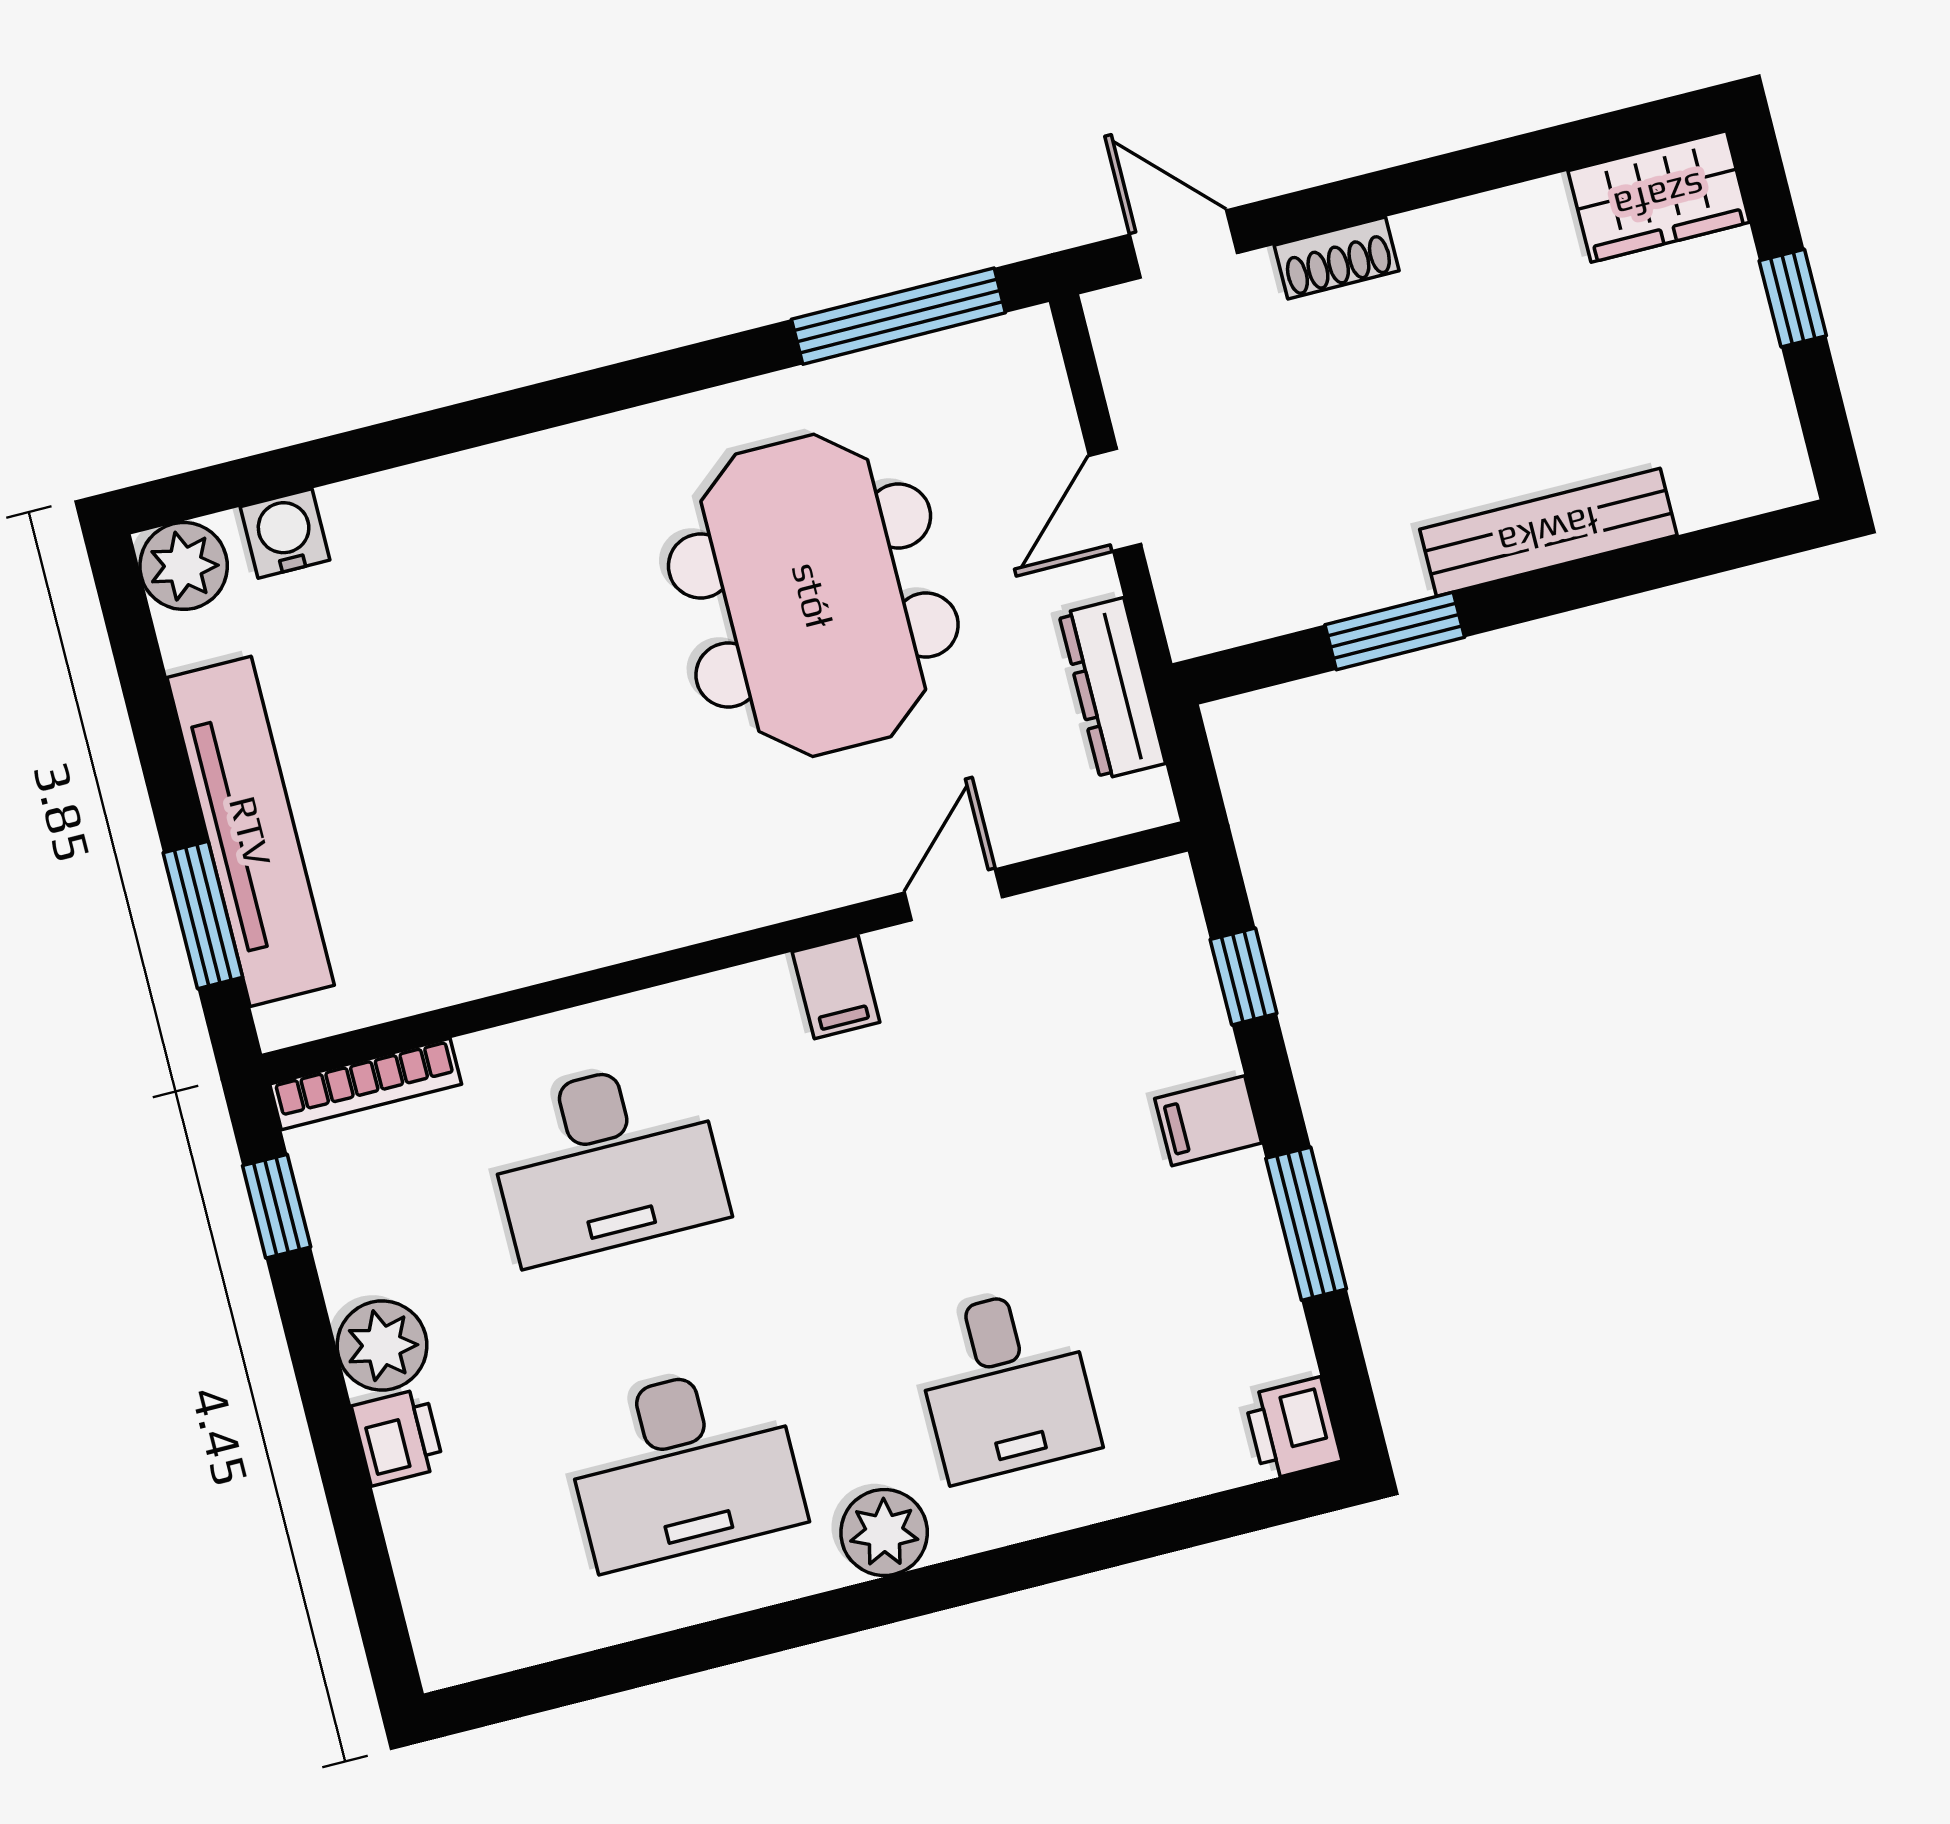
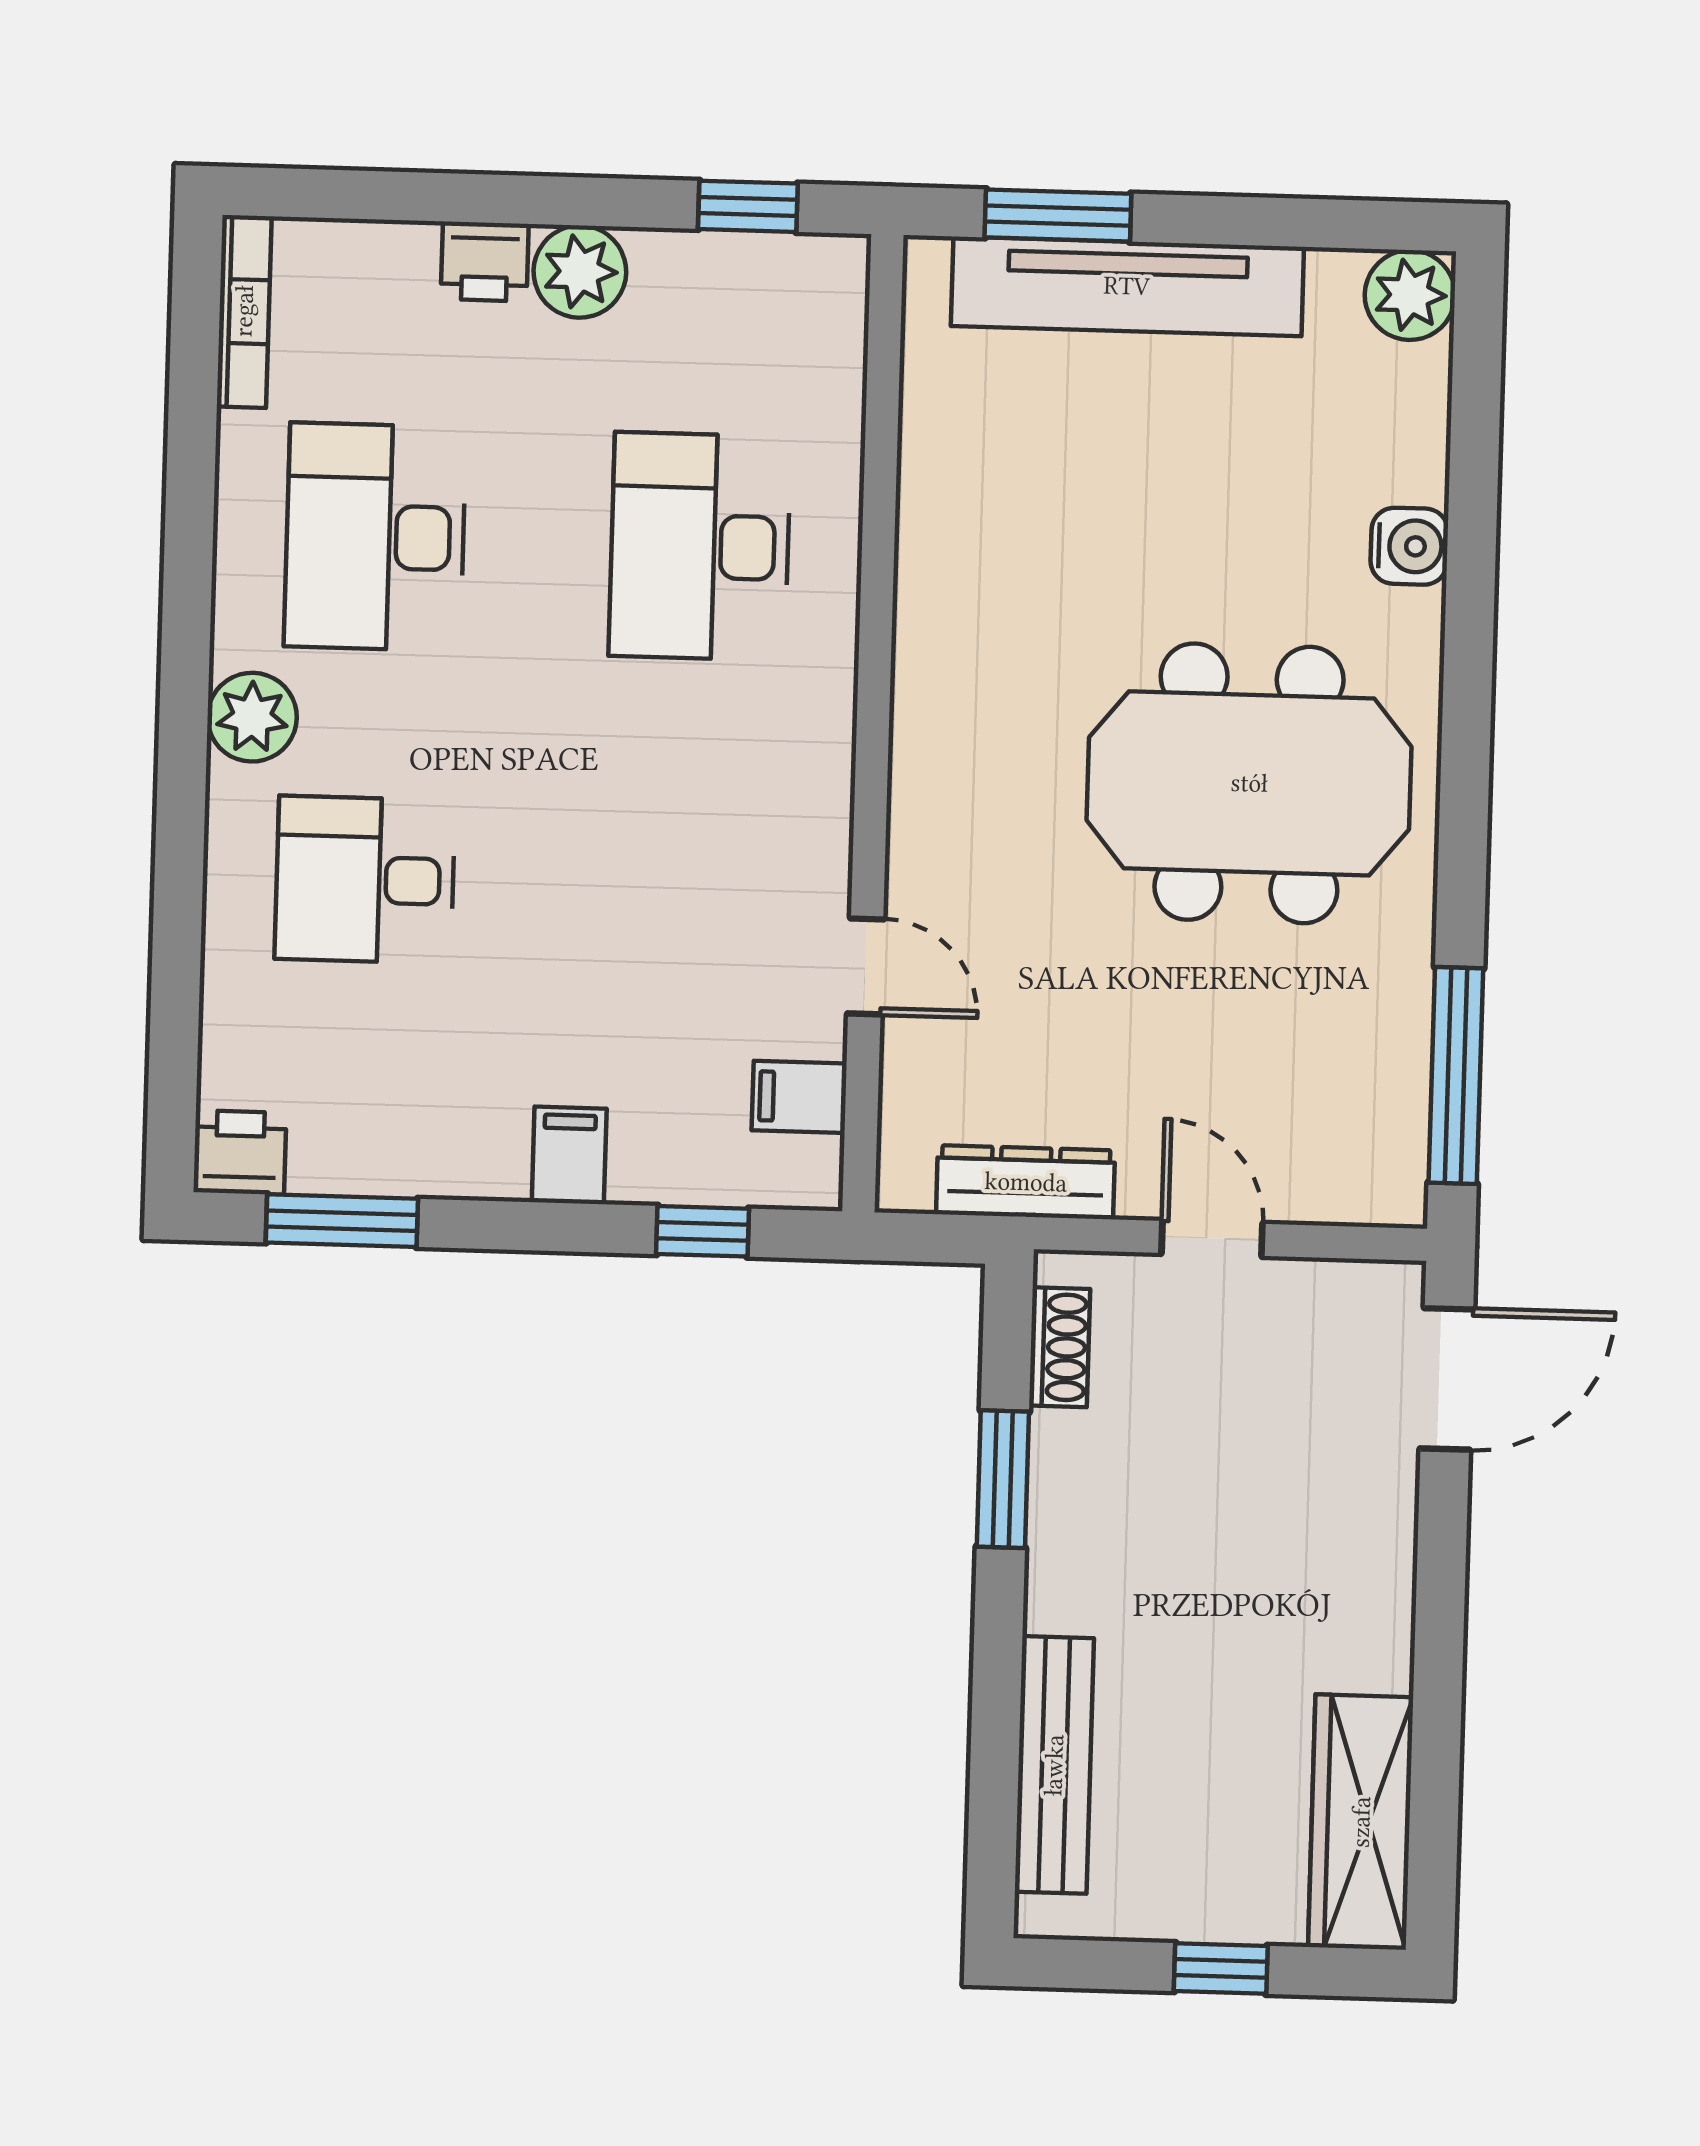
wardrobe: (1659, 197) -> (1361, 1822), width x1.50
door: (1183, 244) -> (1447, 1379), width x1.38
shoe rack: (1337, 258) -> (1060, 1347), moved, turned 180
bench: (1548, 532) -> (1054, 1765), moved
water cooler: (285, 533) -> (1409, 546), moved
meeting table: (813, 595) -> (1249, 783), moved
filing cabinet: (836, 987) -> (799, 1097), moved
bookcase: (366, 1084) -> (244, 311), moved, turned 180
window: (1306, 1224) -> (342, 1221), moved

